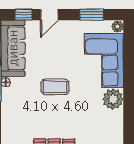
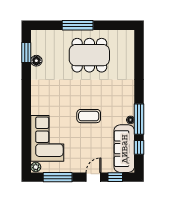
window: (92, 15) -> (58, 177), width x1.44
plant: (113, 99) -> (40, 106), removed

